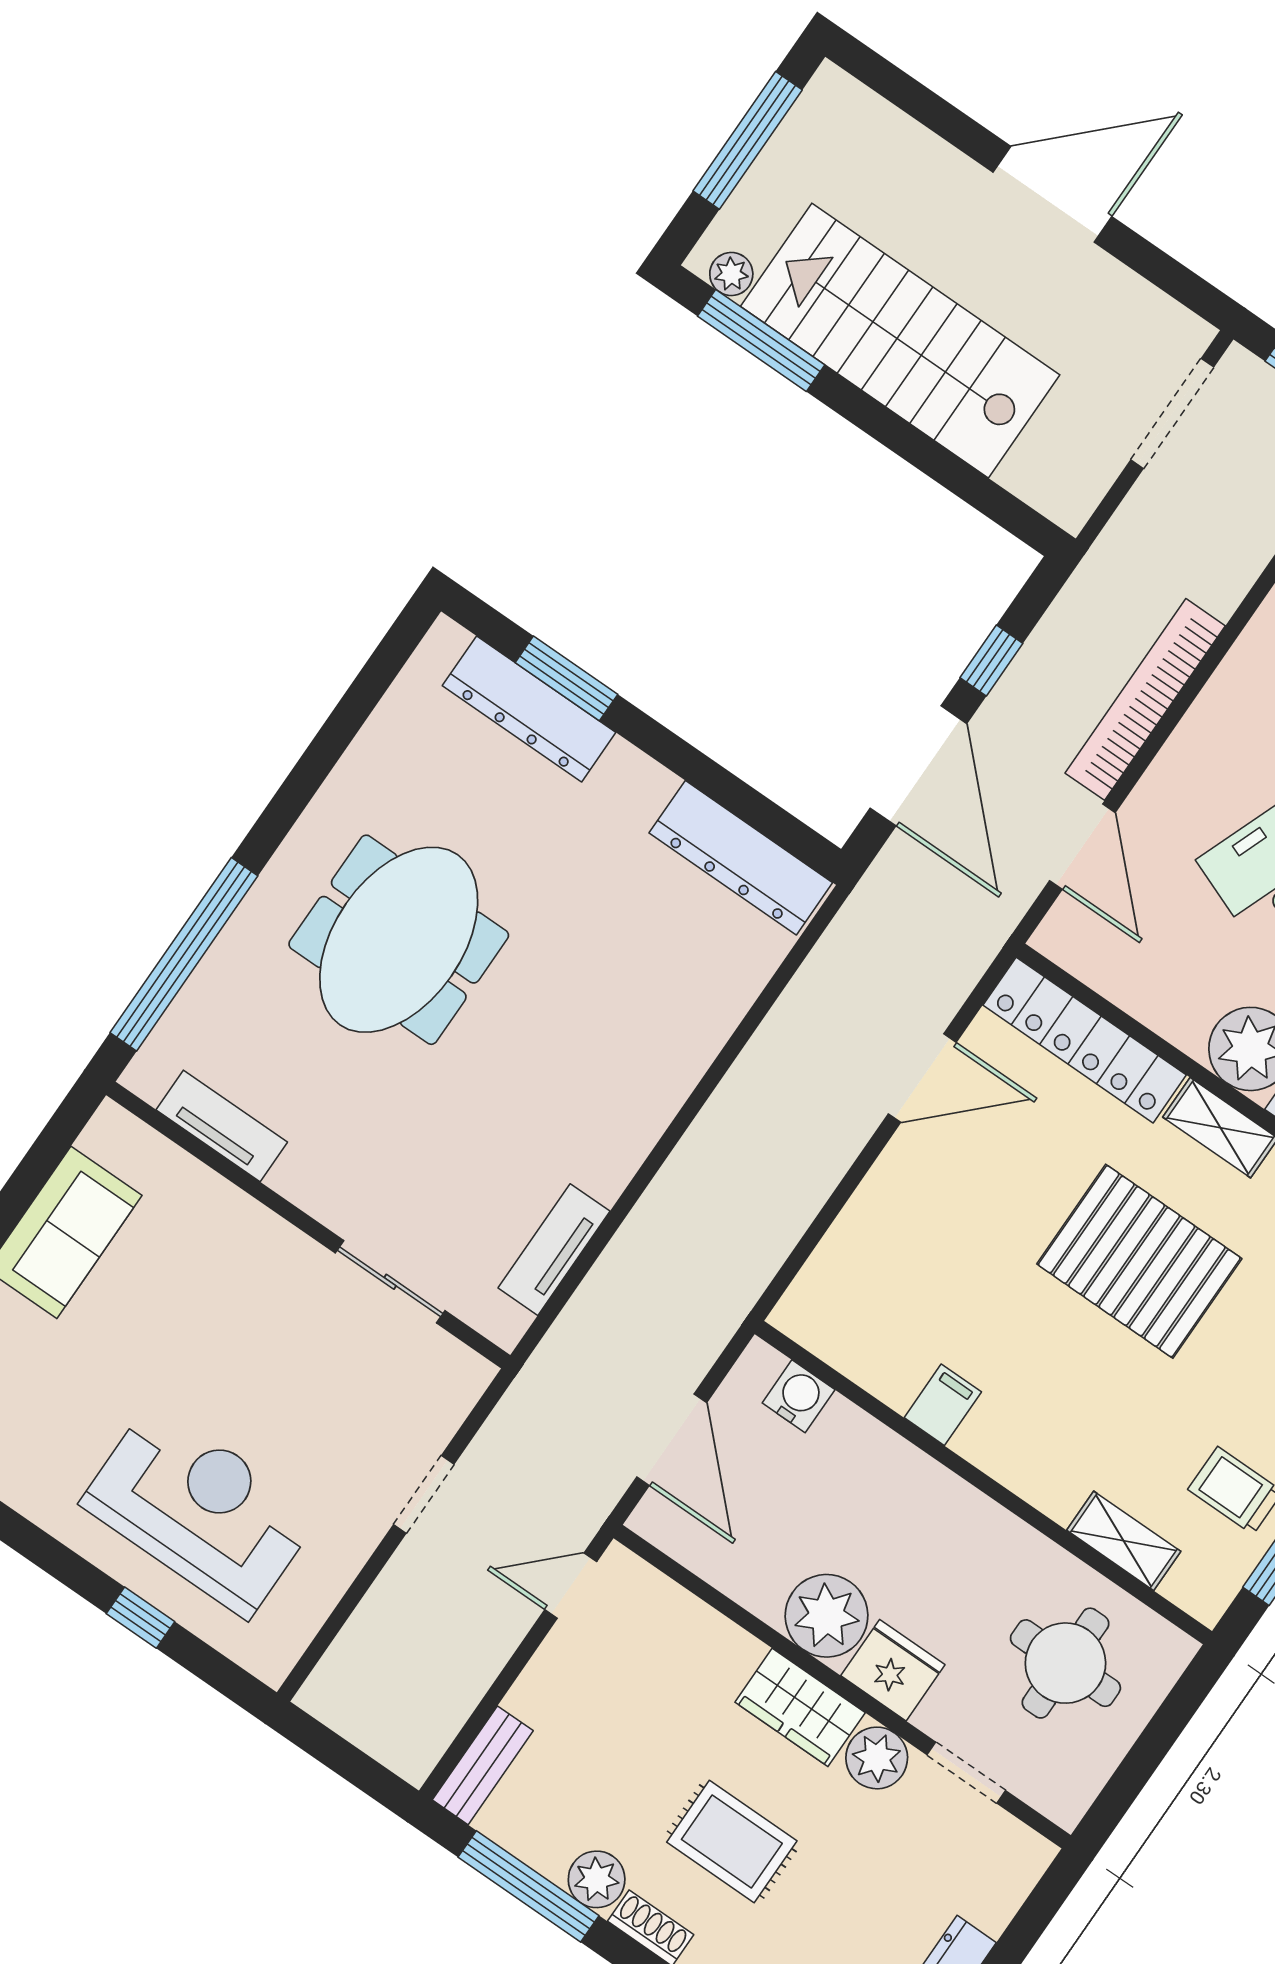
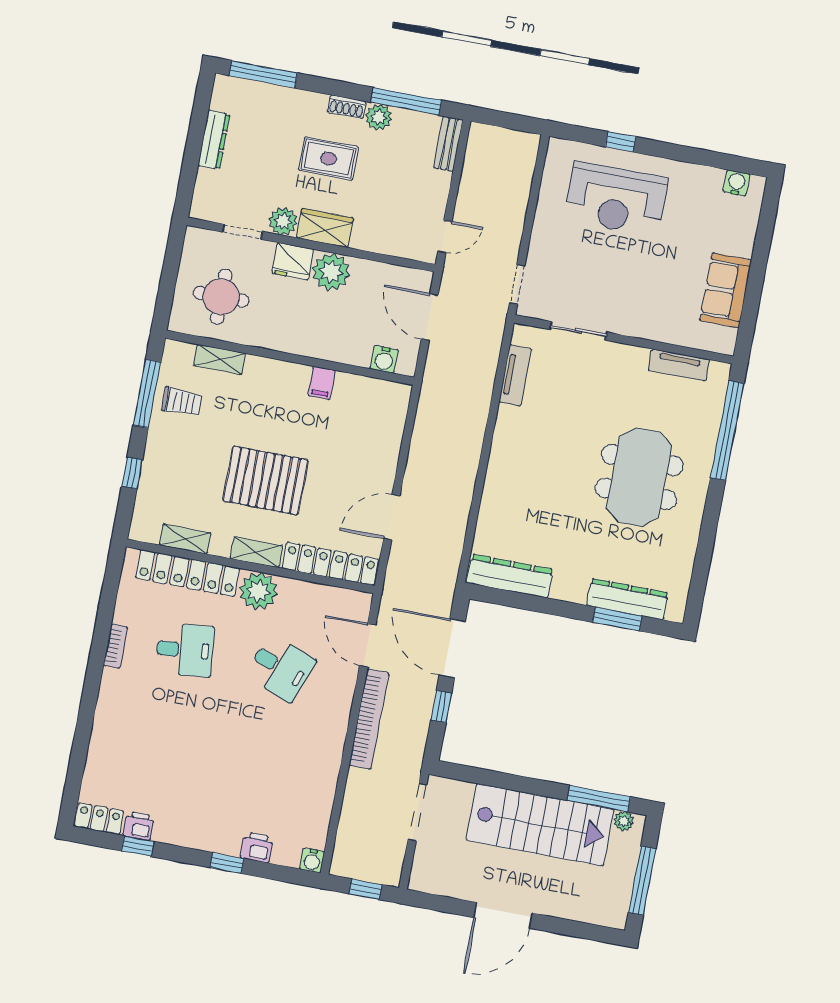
doorway: (1172, 413) -> (417, 812), moved
doorway: (424, 1494) -> (517, 284), moved

